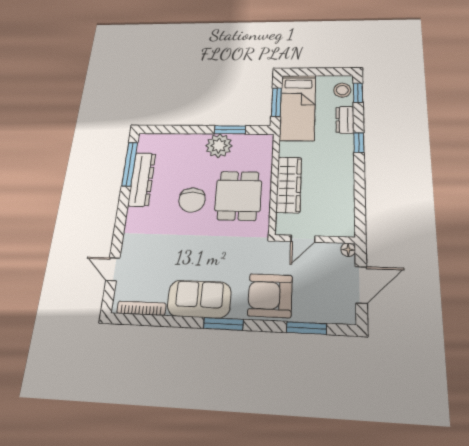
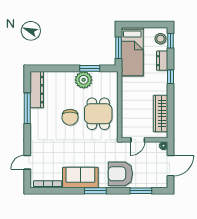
window: (130, 164) -> (27, 108), moved
dresser: (142, 179) -> (37, 90), moved
wardrobe: (289, 185) -> (160, 114), moved, turned 180
door: (113, 269) -> (27, 162), hinge flipped

